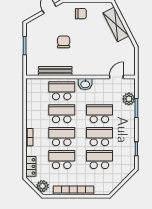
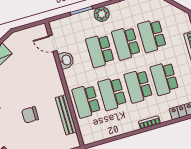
washbasin: (85, 84) -> (66, 60), moved
plant: (129, 99) -> (102, 14), moved

